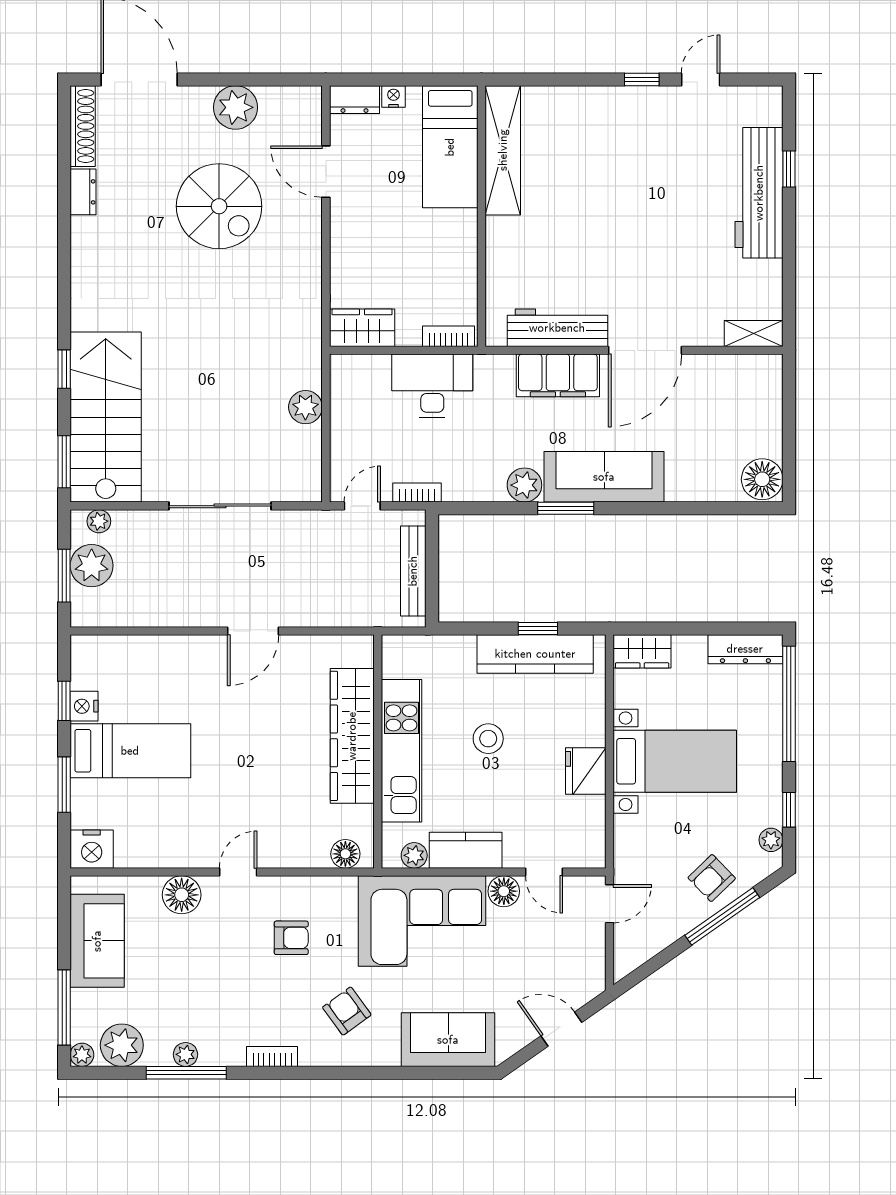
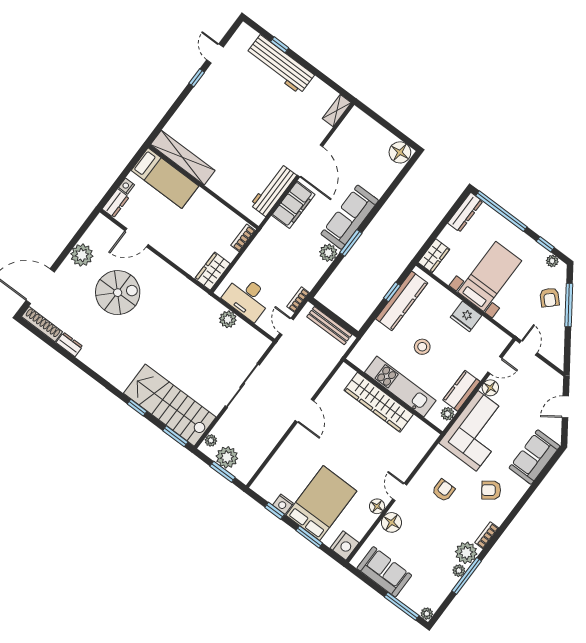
desk: (432, 386) -> (247, 298), moved, turned -90
bed: (130, 751) -> (321, 503), width x1.50
floor lamp: (345, 854) -> (377, 506), moved
plant: (122, 1045) -> (466, 553), moved

